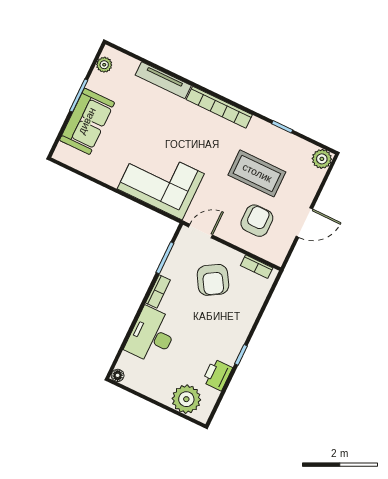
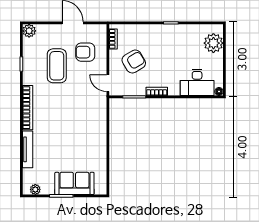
corner sofa: (161, 181) -> (89, 122), removed
desk: (152, 335) -> (197, 82), moved
printer: (217, 375) -> (190, 31), removed

